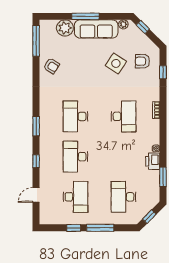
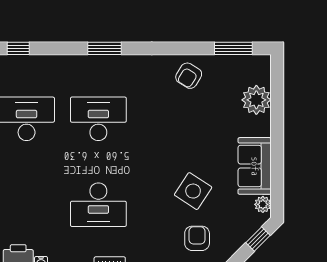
window: (85, 16) -> (277, 137), removed
sofa: (96, 29) -> (255, 166), width x0.73
window: (36, 41) -> (233, 48), width x0.69
window: (36, 126) -> (105, 48), moved

